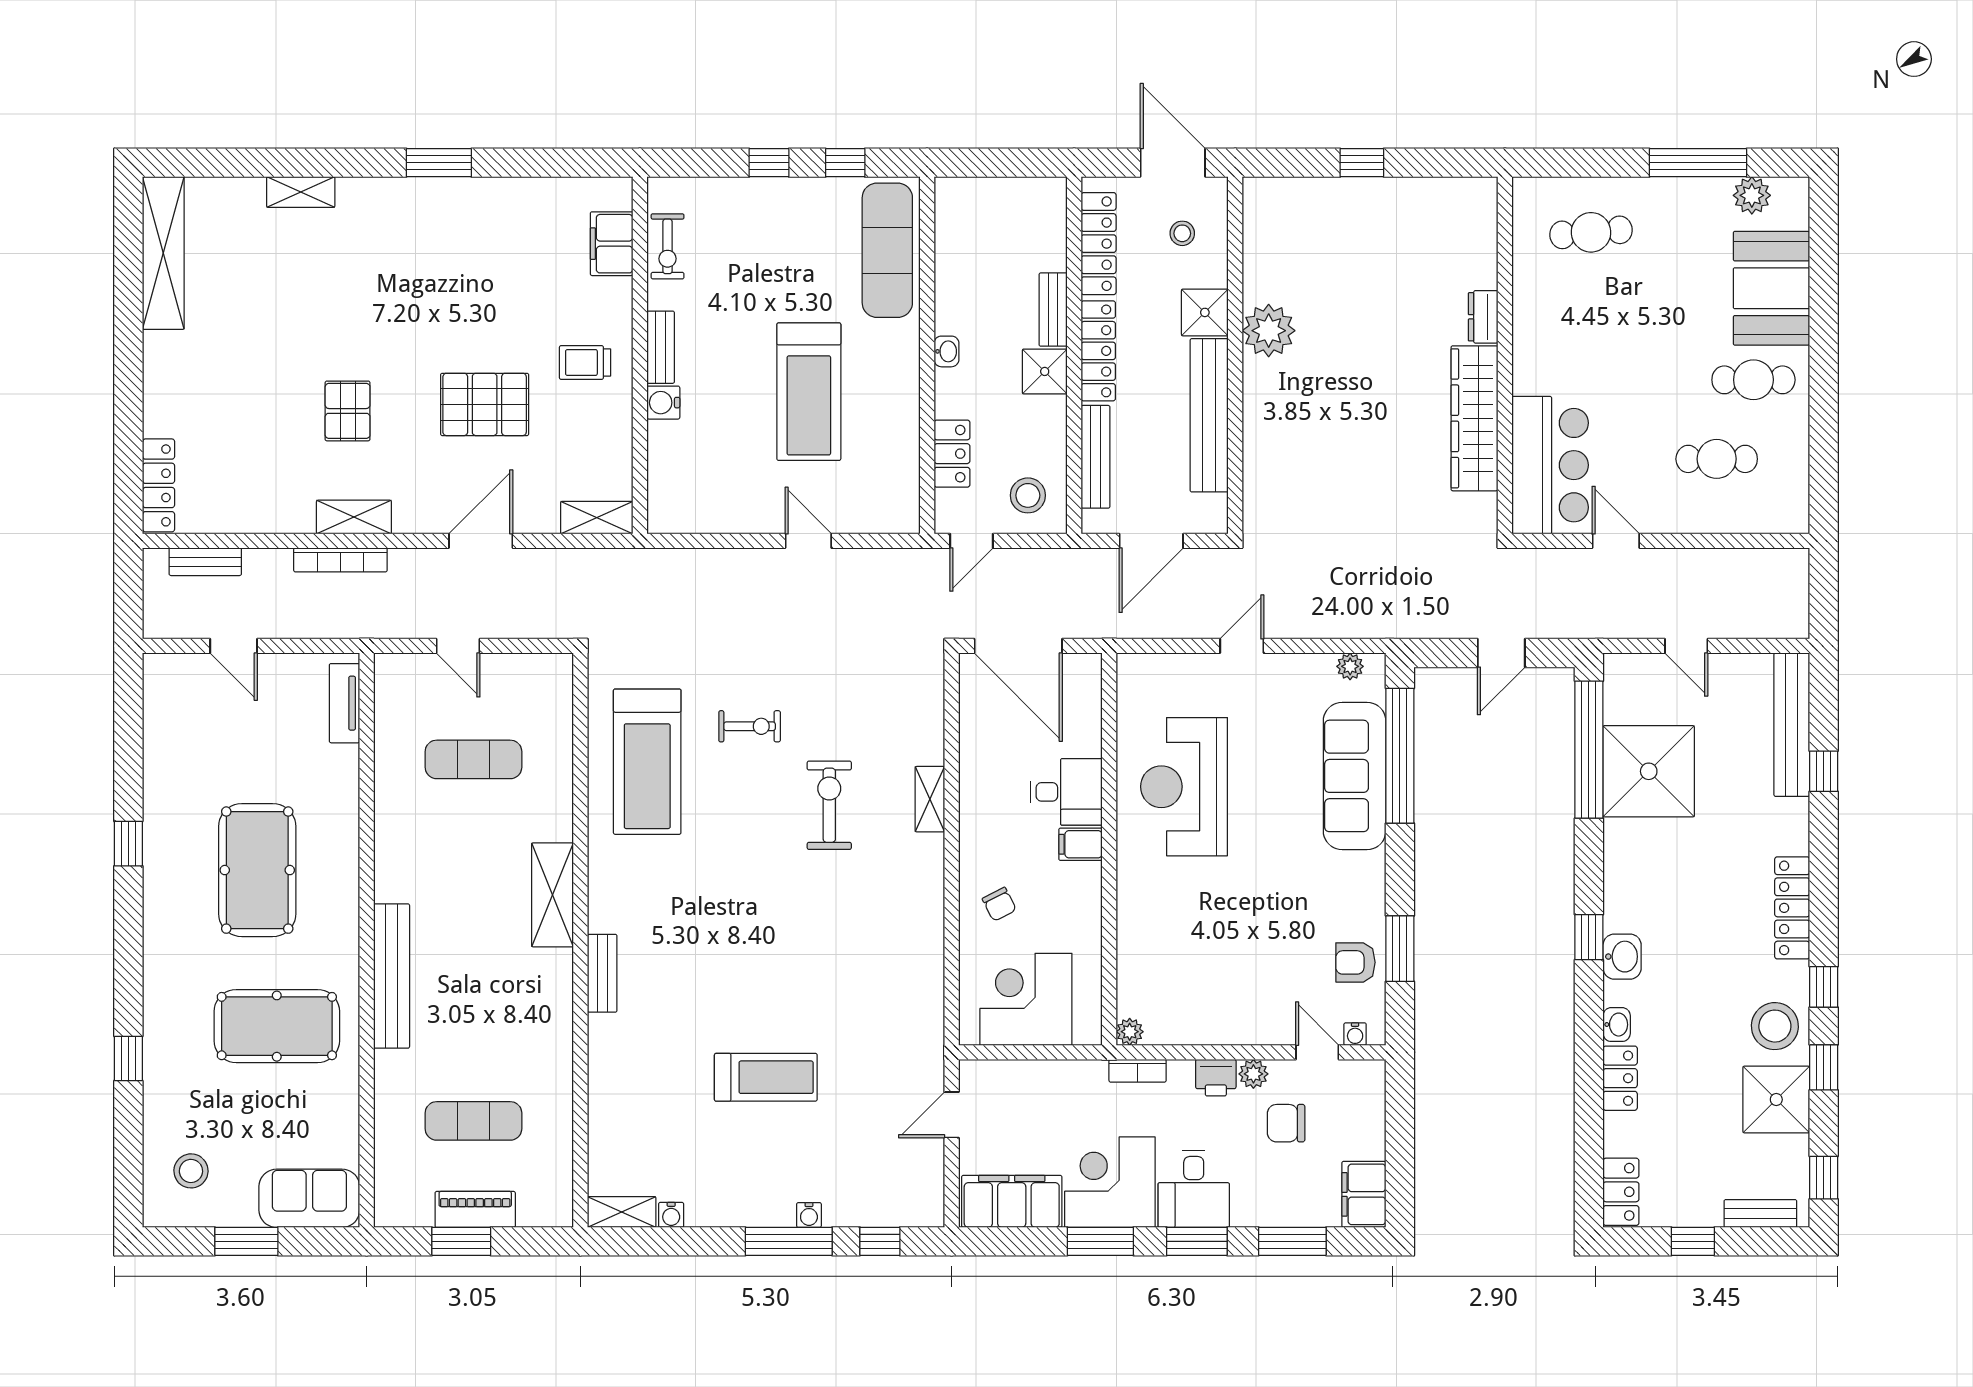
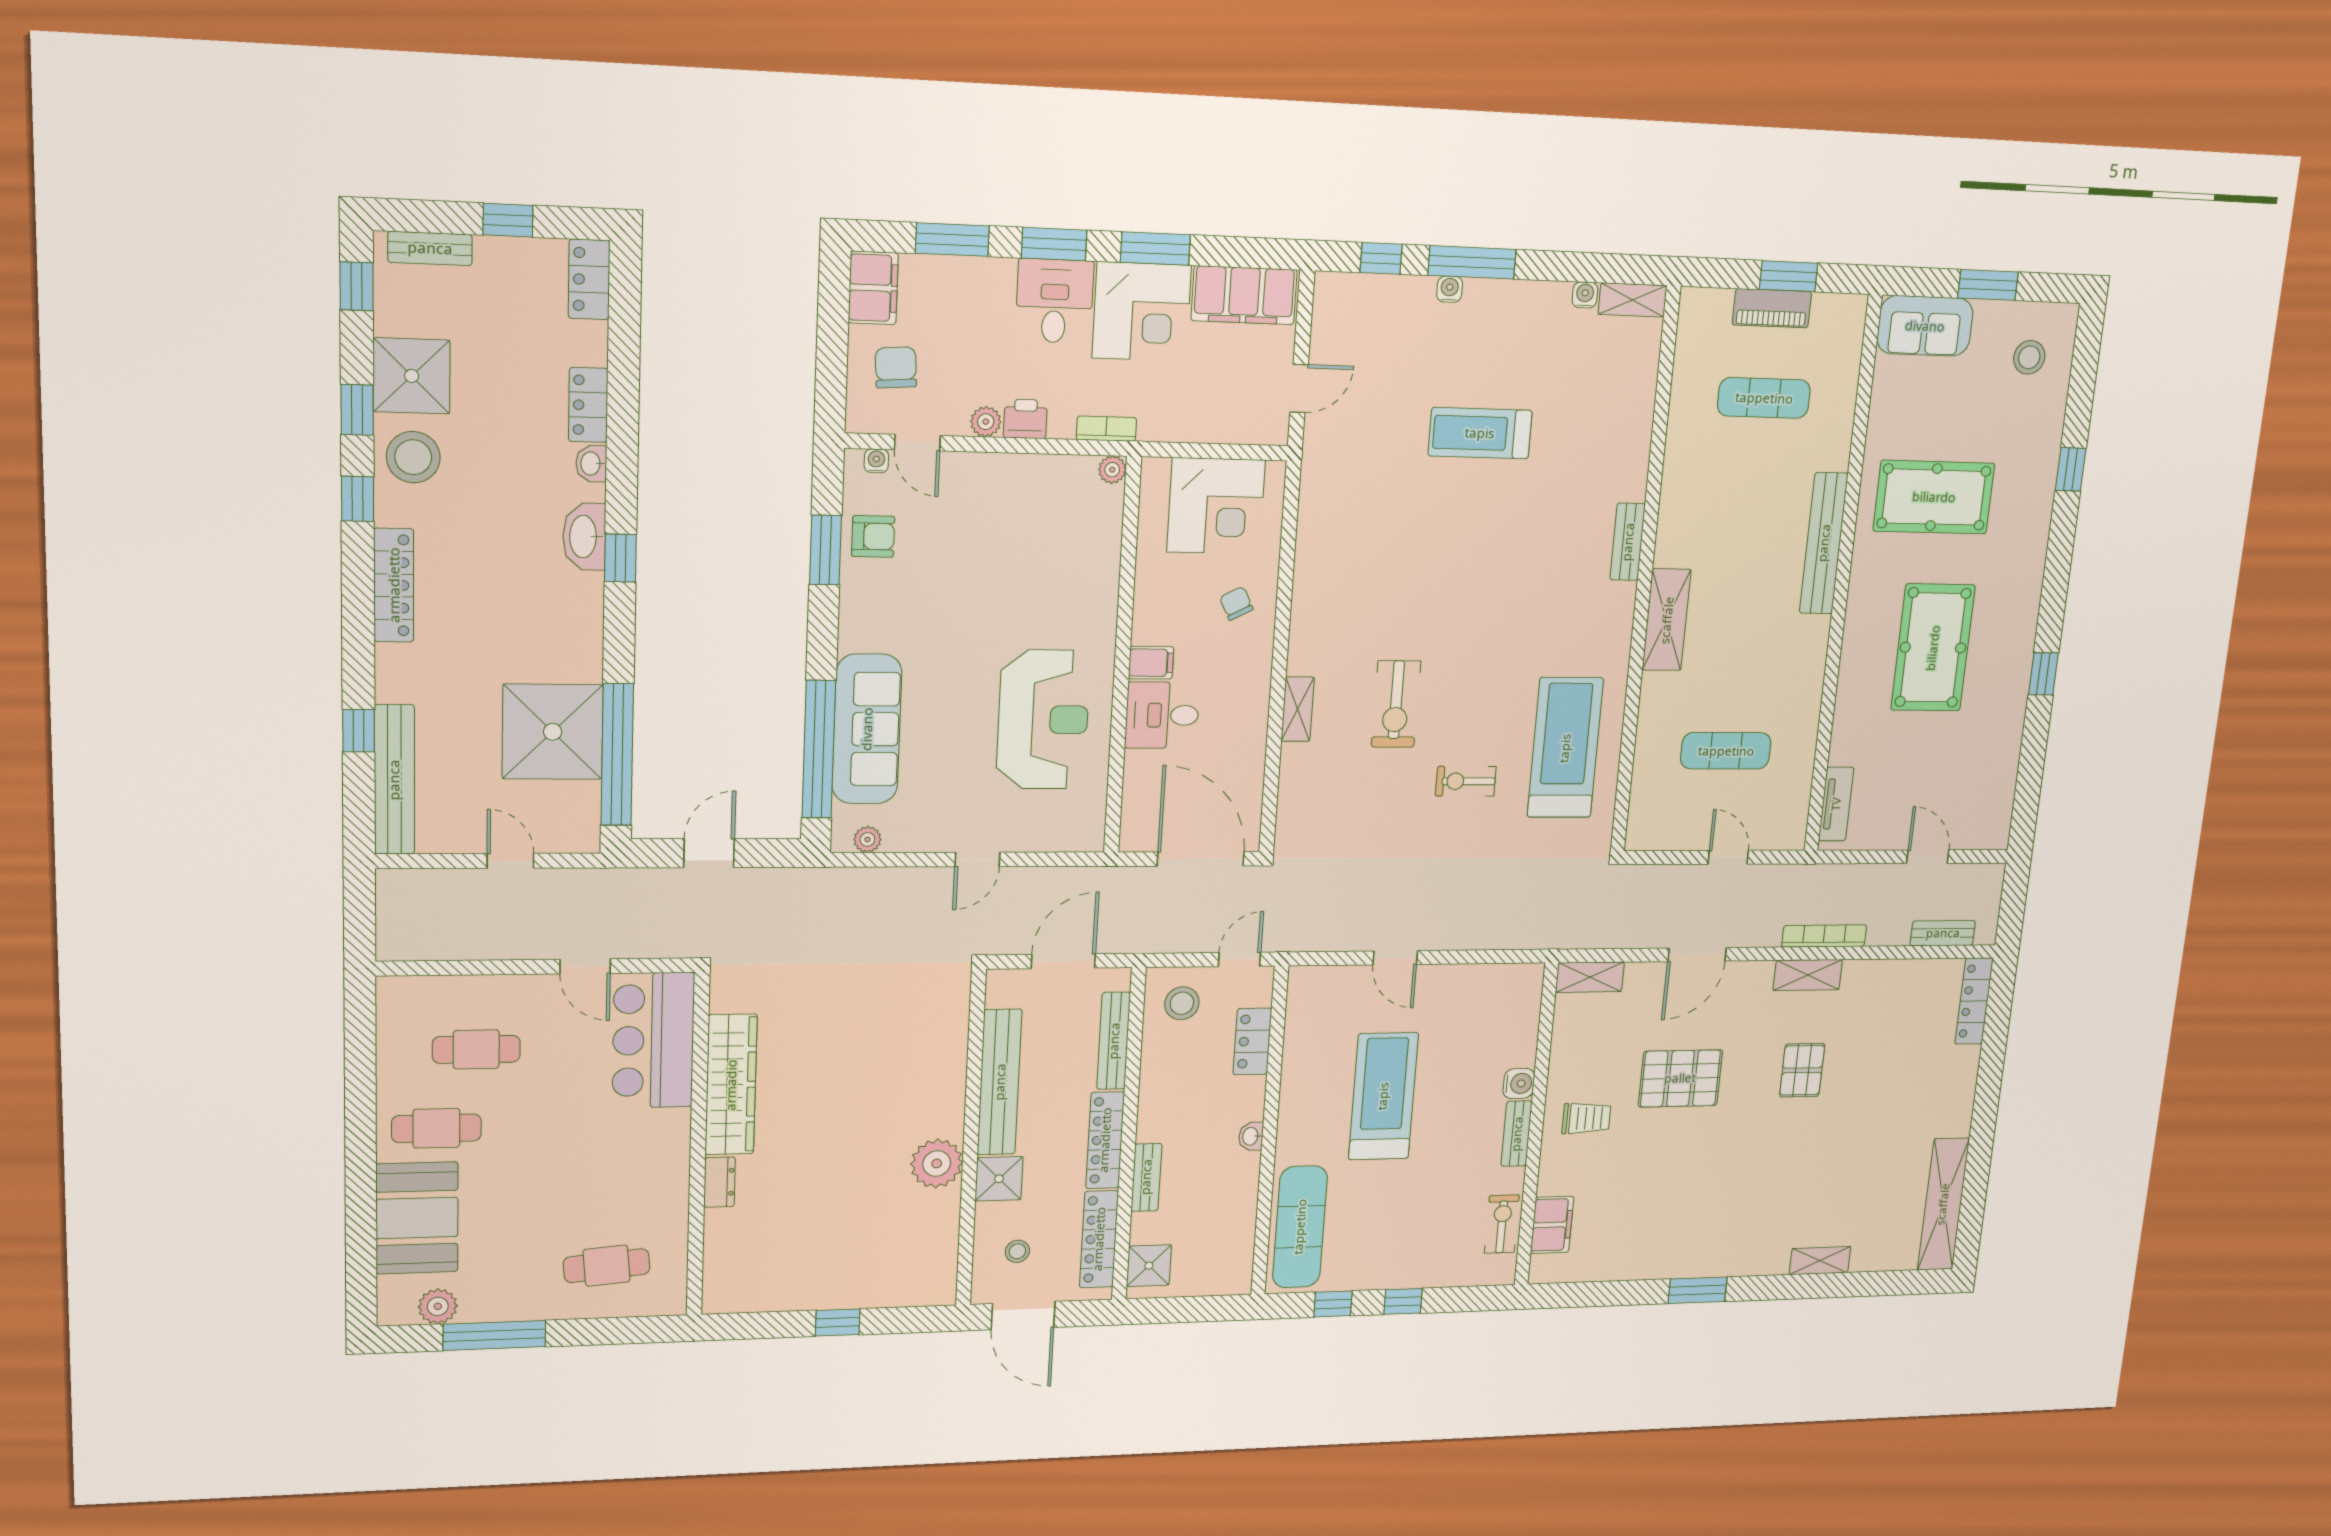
shower: (1045, 371) -> (1149, 1266), moved
washbasin: (1622, 957) -> (584, 537), width x1.38
chair: (1286, 1123) -> (896, 367), moved, turned -94

